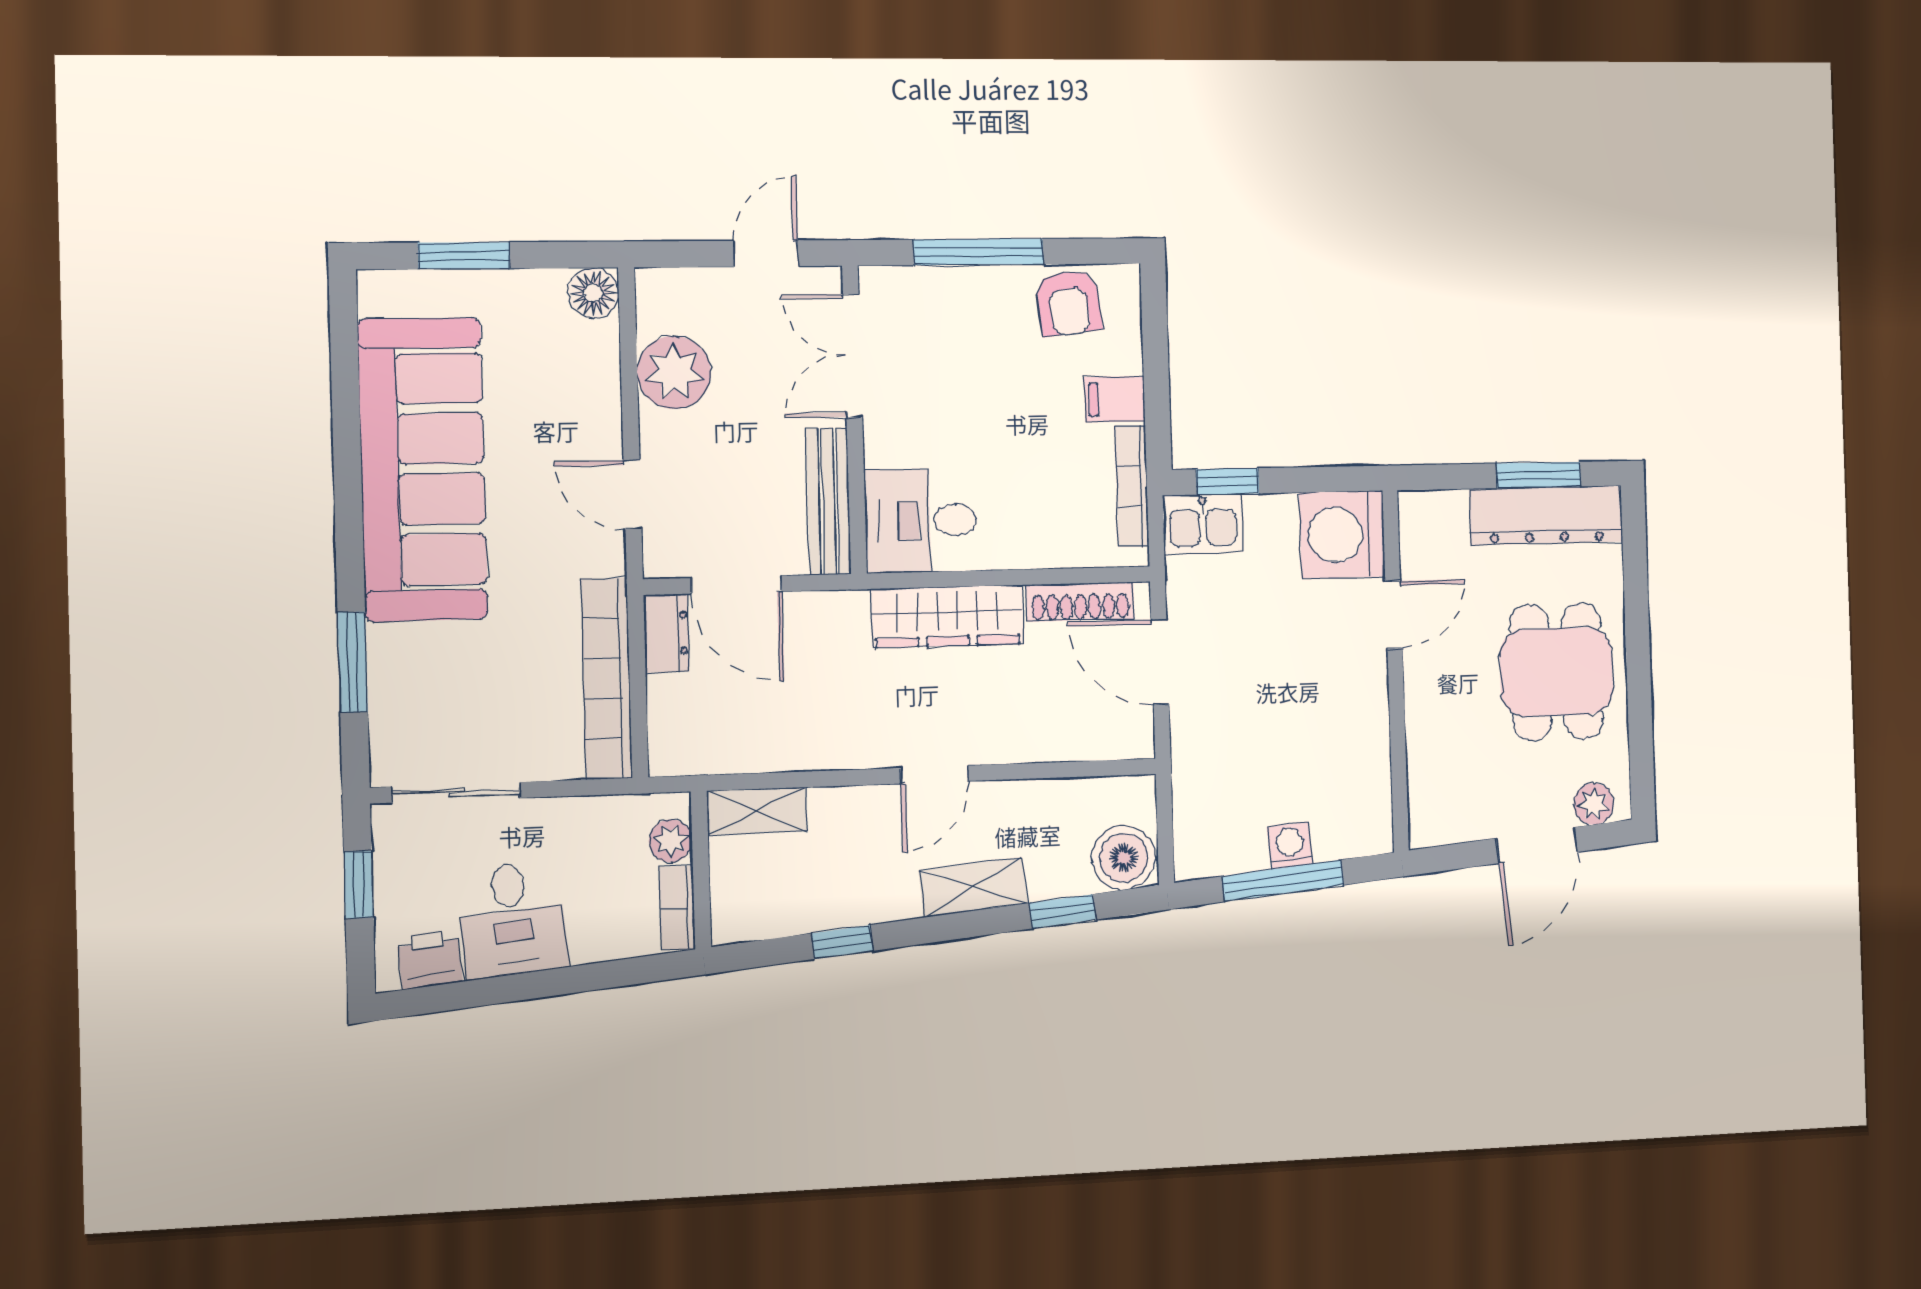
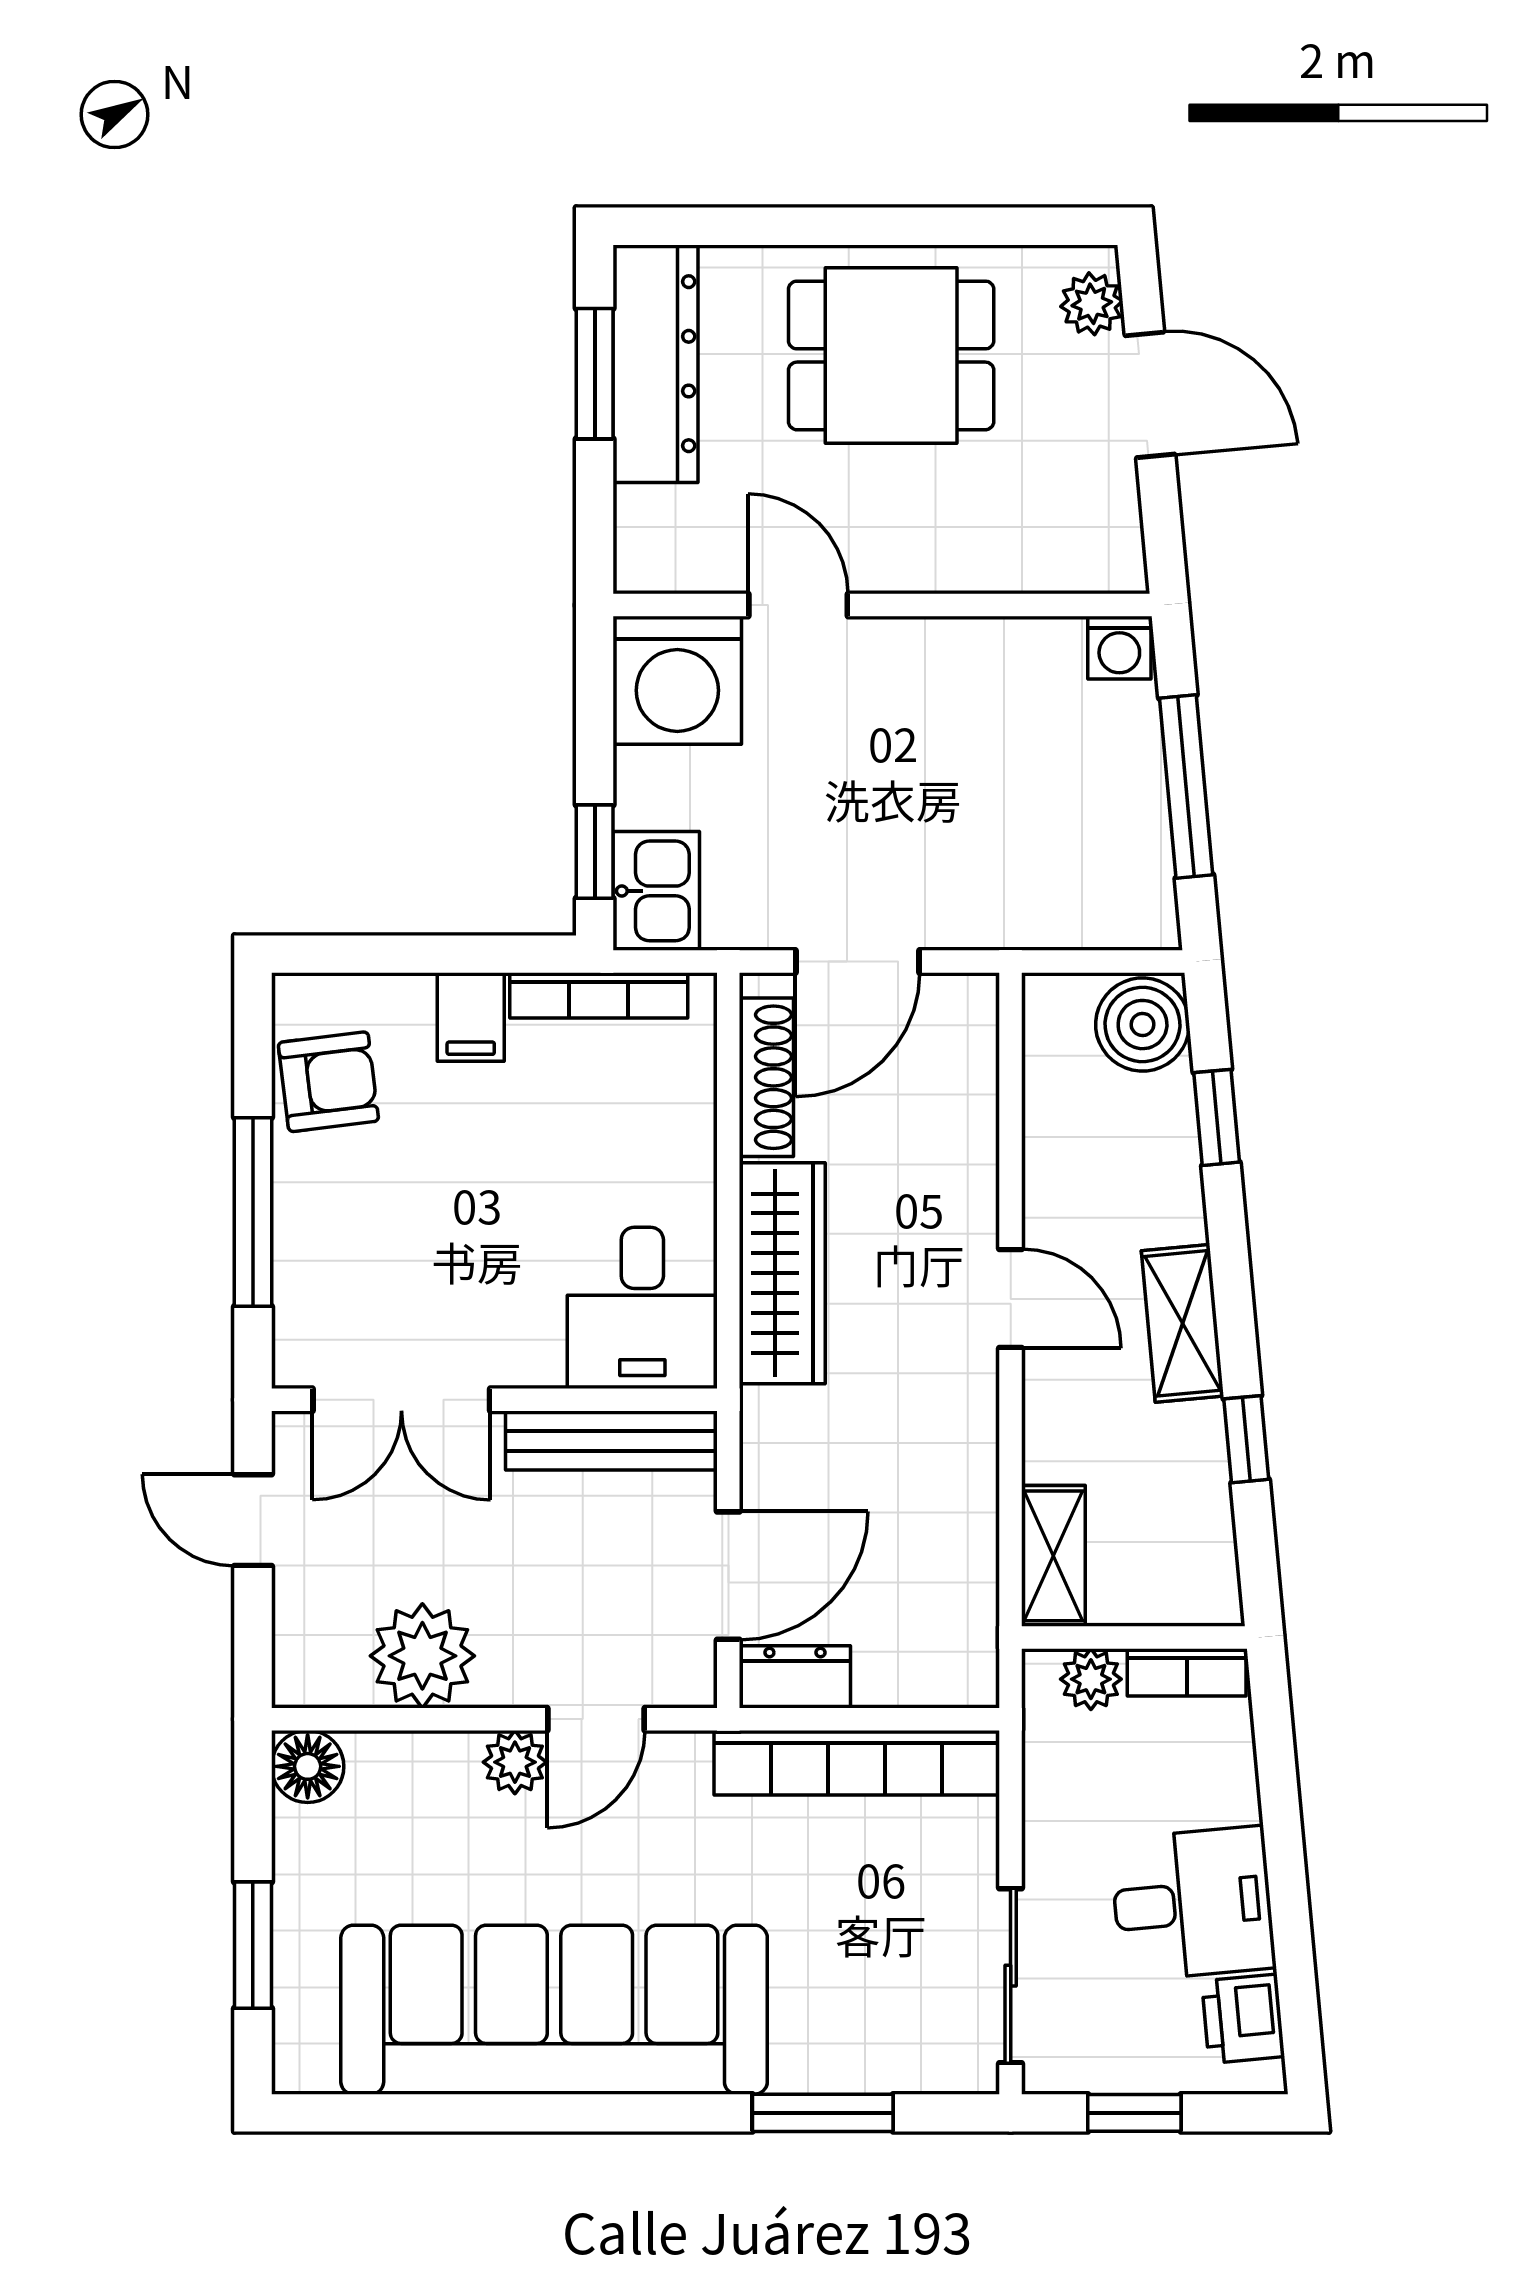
plant: (600, 438) -> (515, 1762), added
washing machine: (1290, 845) -> (1119, 648), moved, turned -85
shelving: (973, 887) -> (1183, 1323), moved

